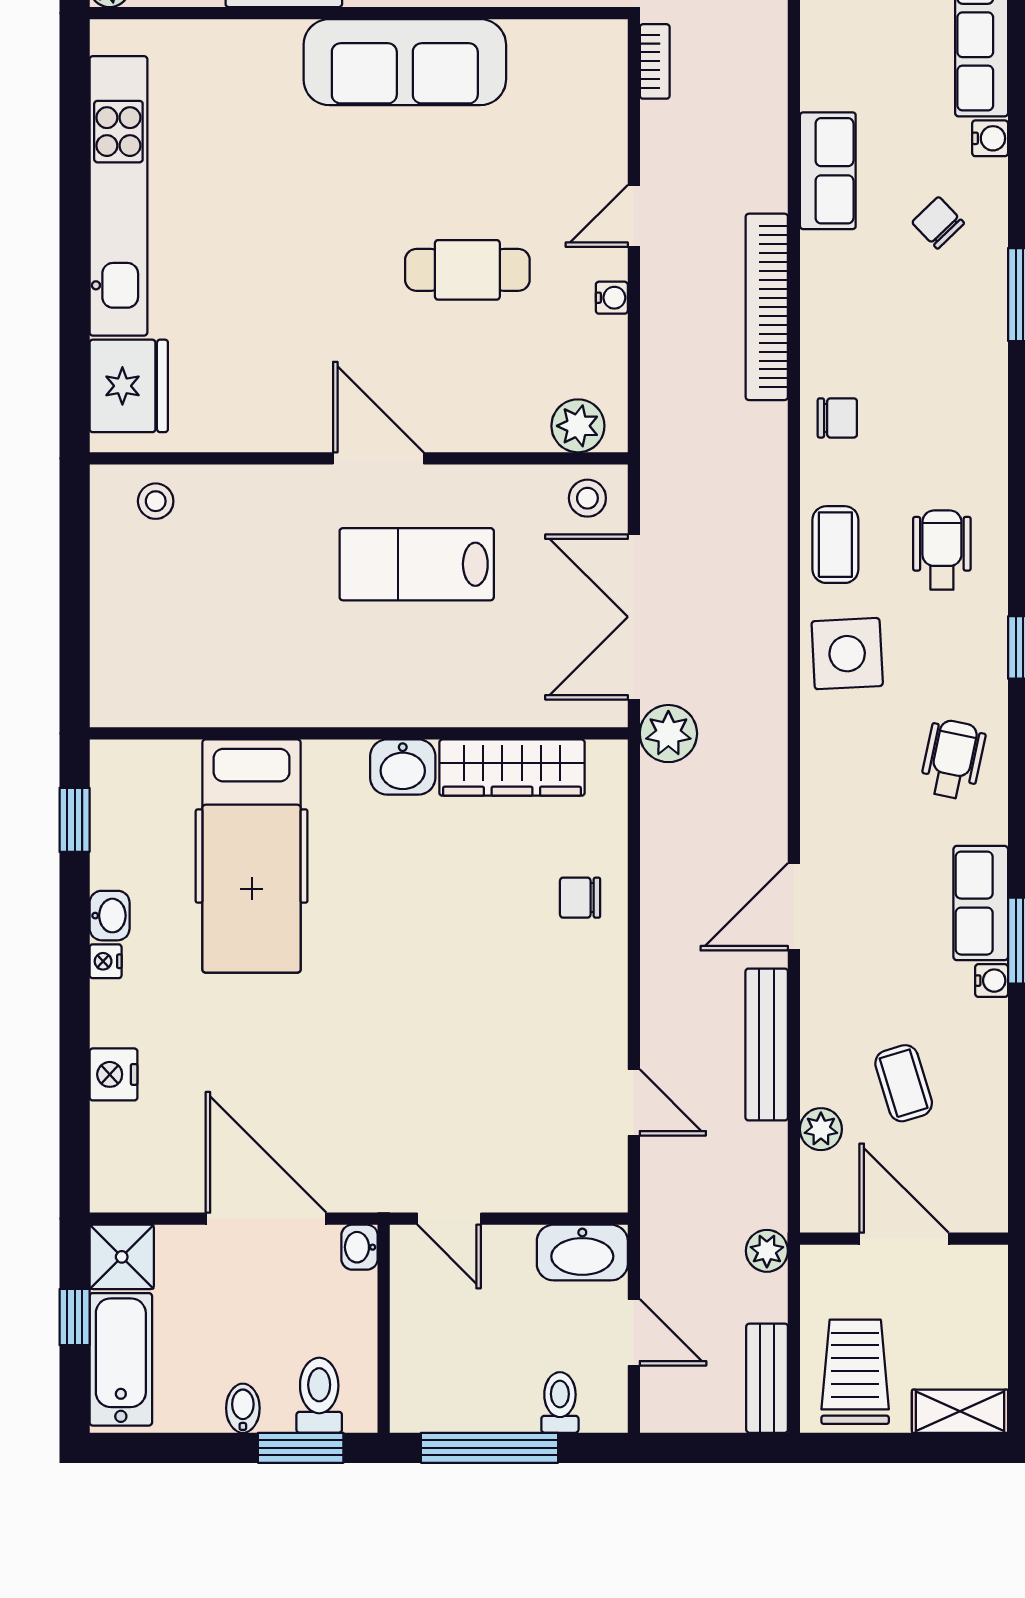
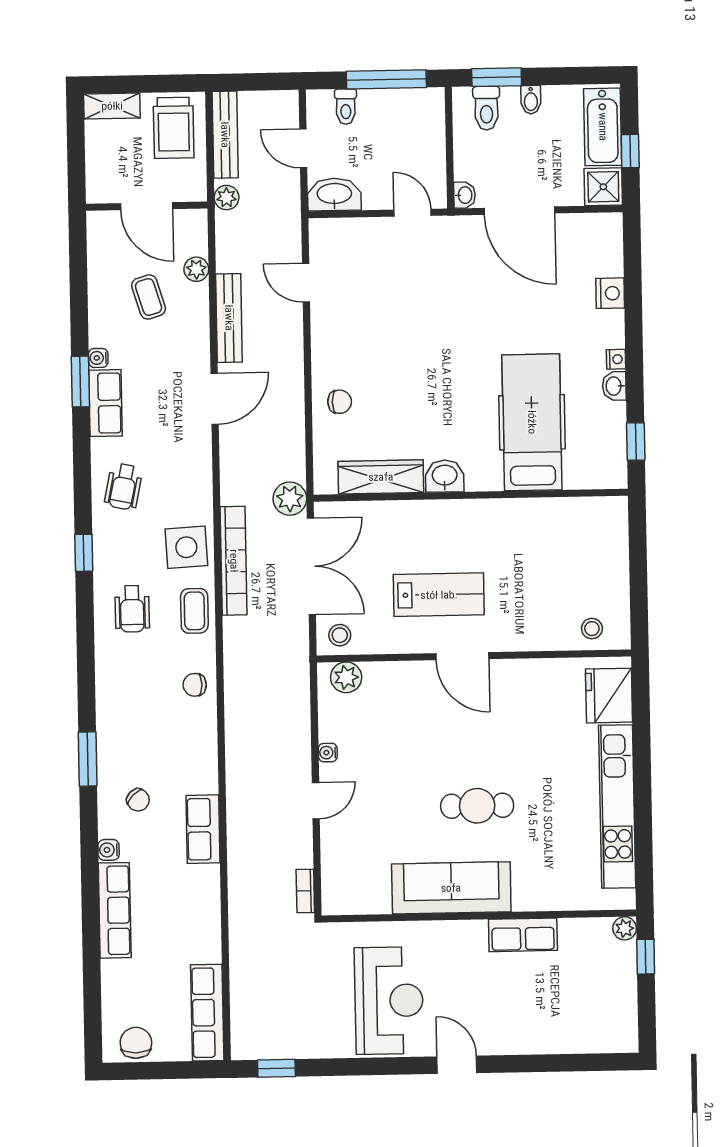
cafe table: (467, 270) -> (477, 806), moved
bookcase: (767, 307) -> (234, 561), moved
bench: (767, 1378) -> (225, 135), width x1.36

